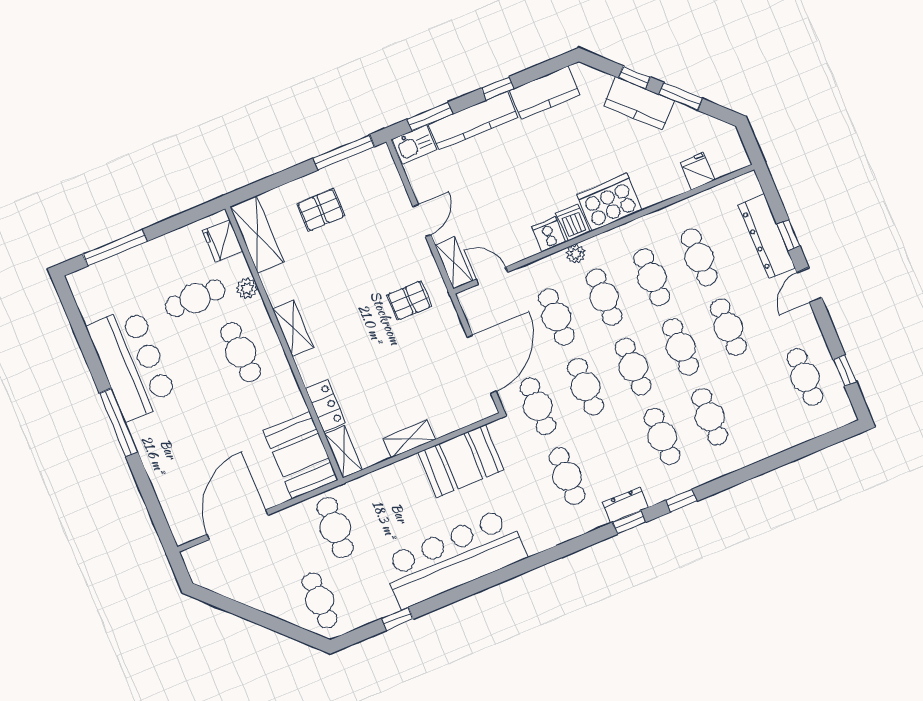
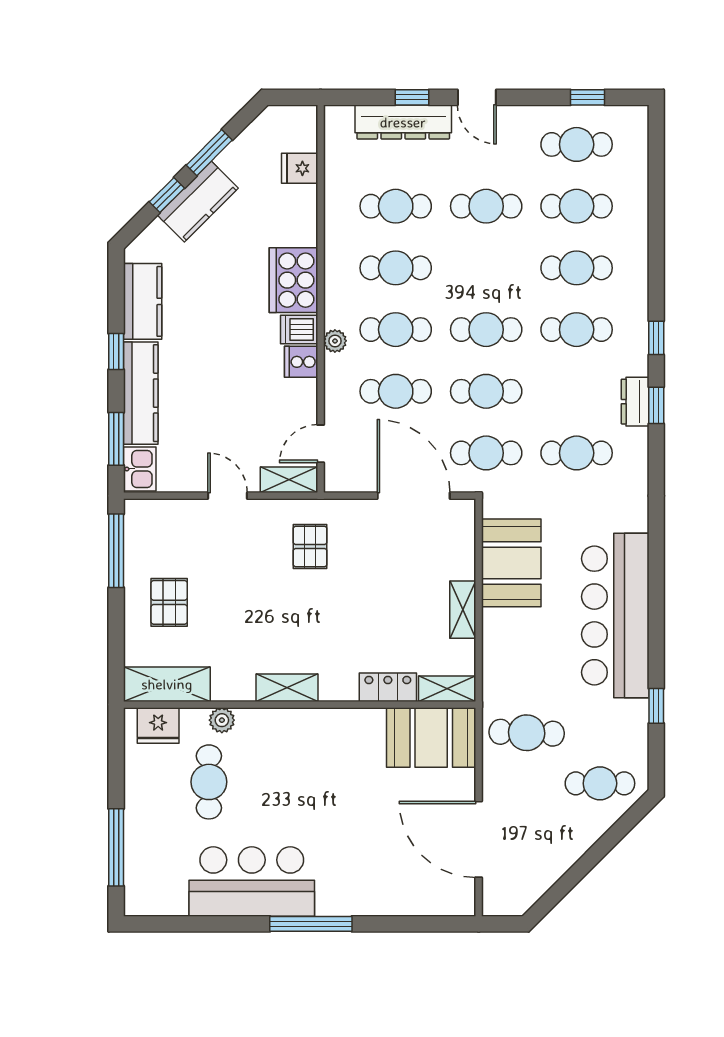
cafe table: (681, 347) -> (577, 206), moved
cafe table: (241, 352) -> (289, 757), removed

